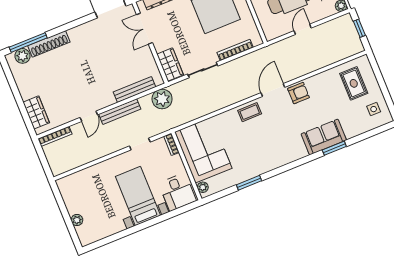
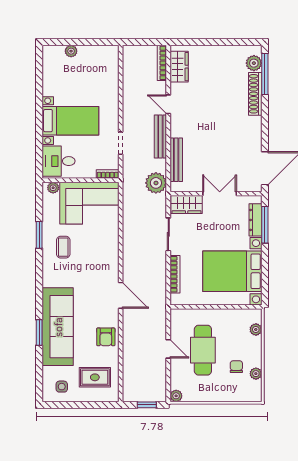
double door: (144, 29) -> (220, 194), moved
armchair: (298, 93) -> (106, 337), moved
wardrobe: (36, 112) -> (179, 67), moved, turned -90
coffee table: (250, 112) -> (63, 247), moved
sofa: (324, 137) -> (58, 327), width x1.85, depth x1.27

